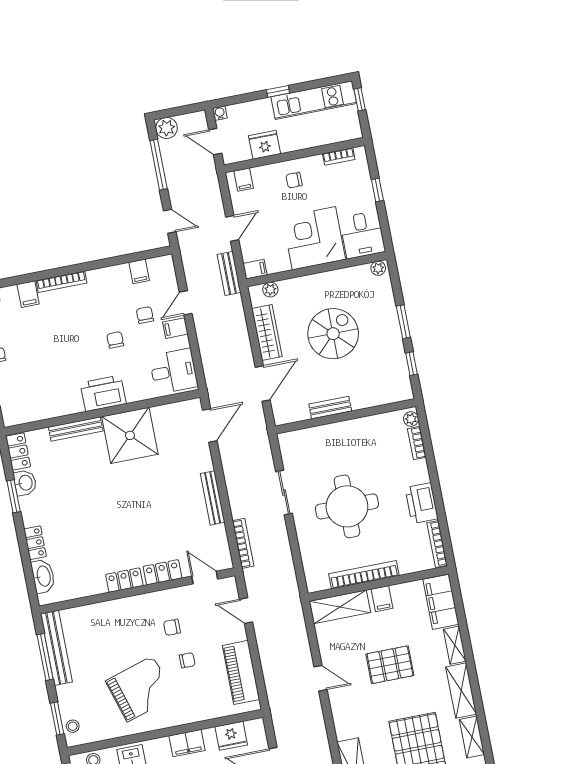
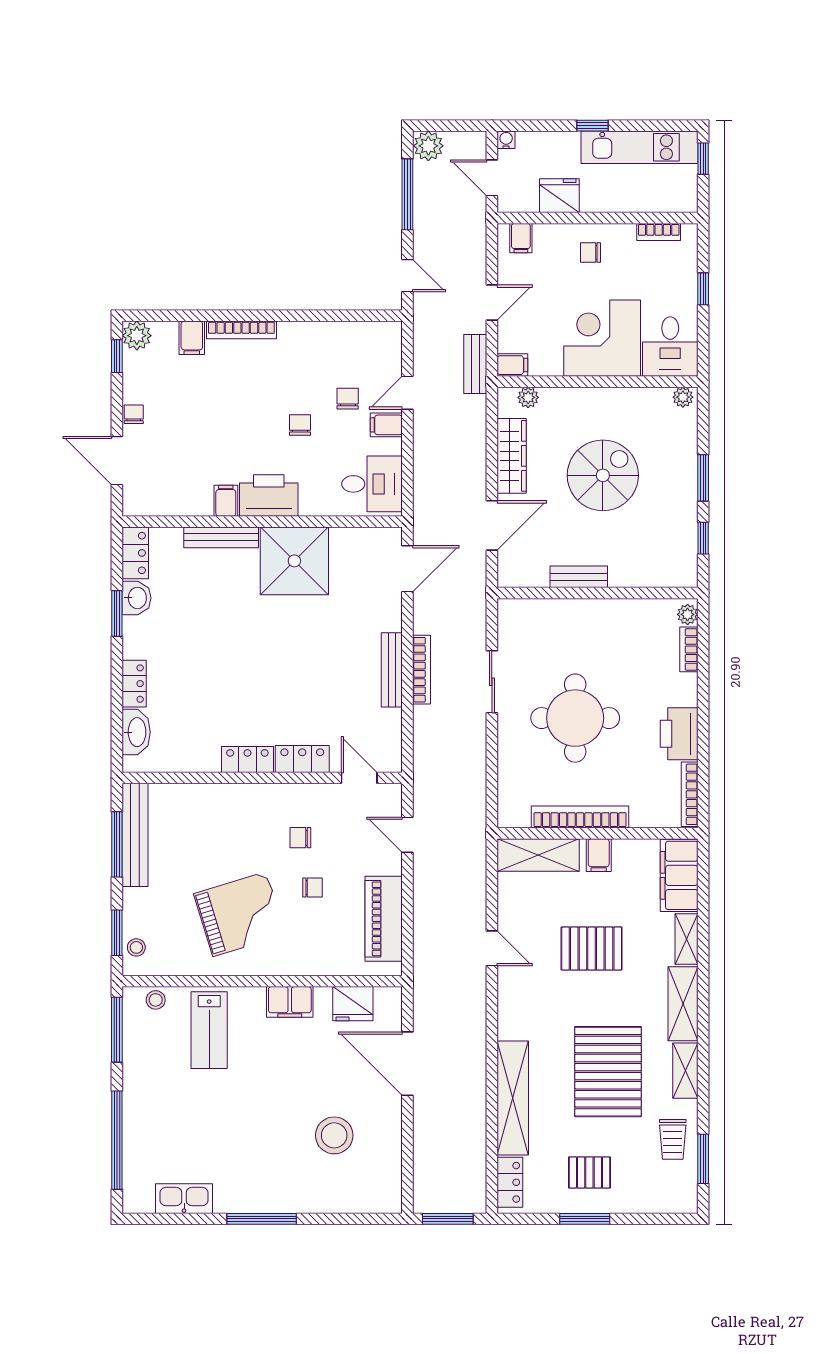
filing cabinet: (139, 271) -> (226, 501), moved, turned 180
bookcase: (243, 543) -> (422, 670), moved

